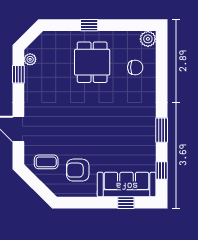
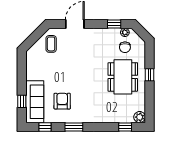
window: (162, 59) -> (125, 127), added
dining table: (92, 62) -> (123, 77), width x1.38
chair: (135, 67) -> (125, 47), moved
armchair: (78, 170) -> (62, 101), moved

